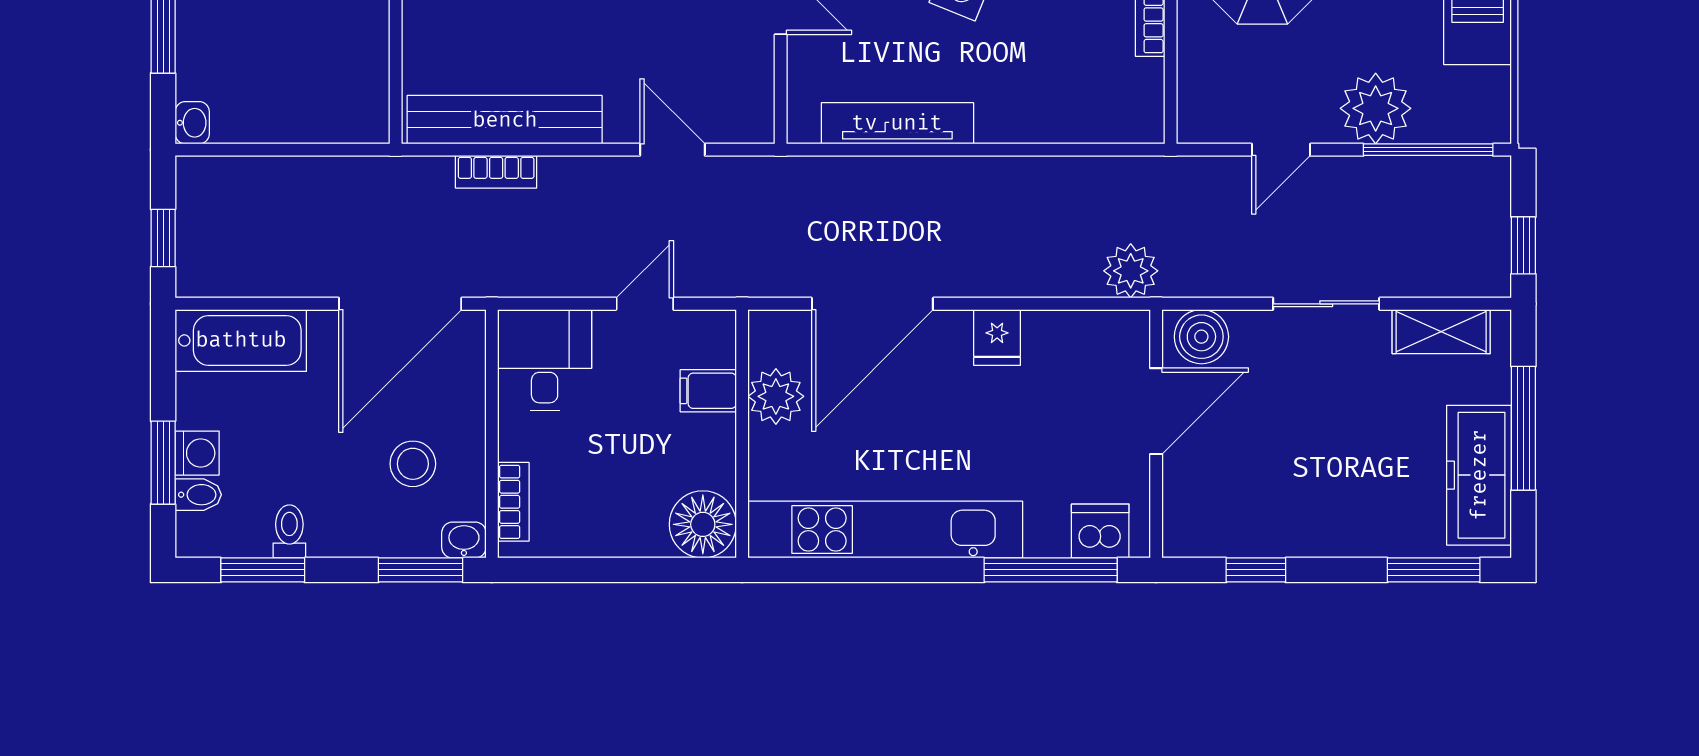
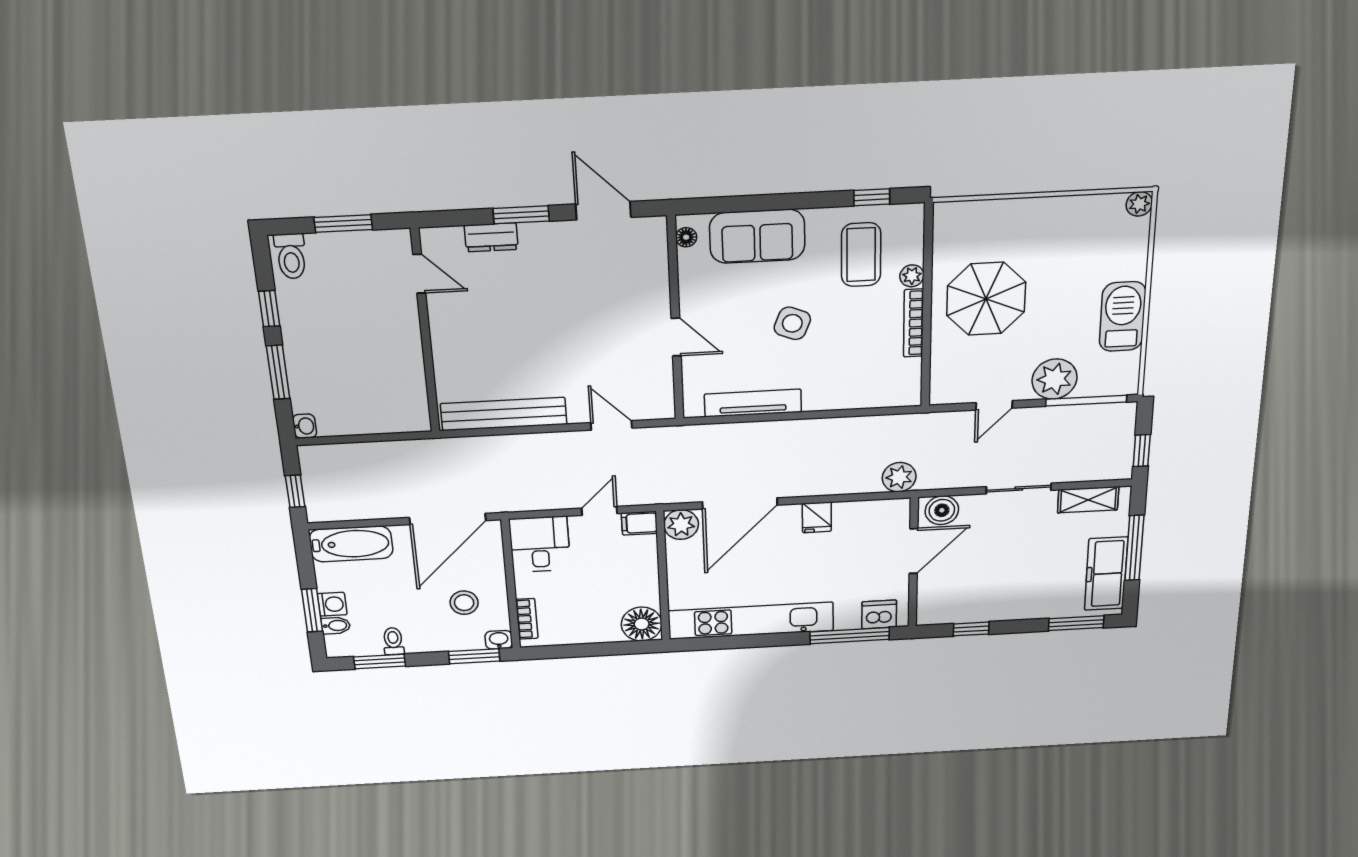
bookcase: (496, 172) -> (501, 444), removed
filing cabinet: (708, 391) -> (639, 523), moved
plant: (776, 396) -> (681, 525), moved

